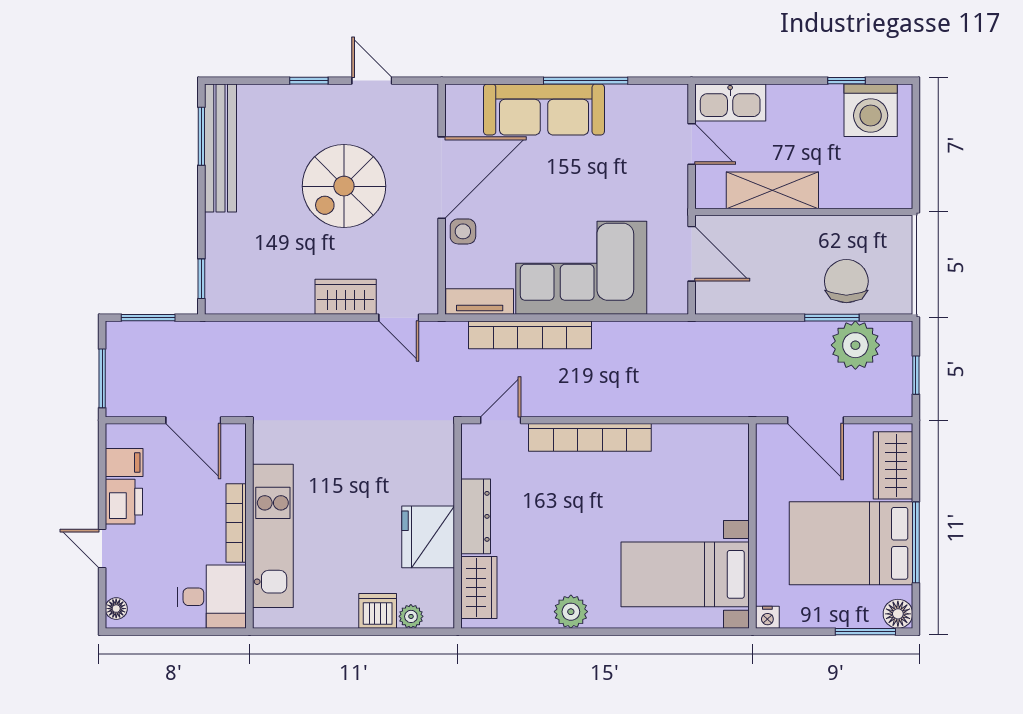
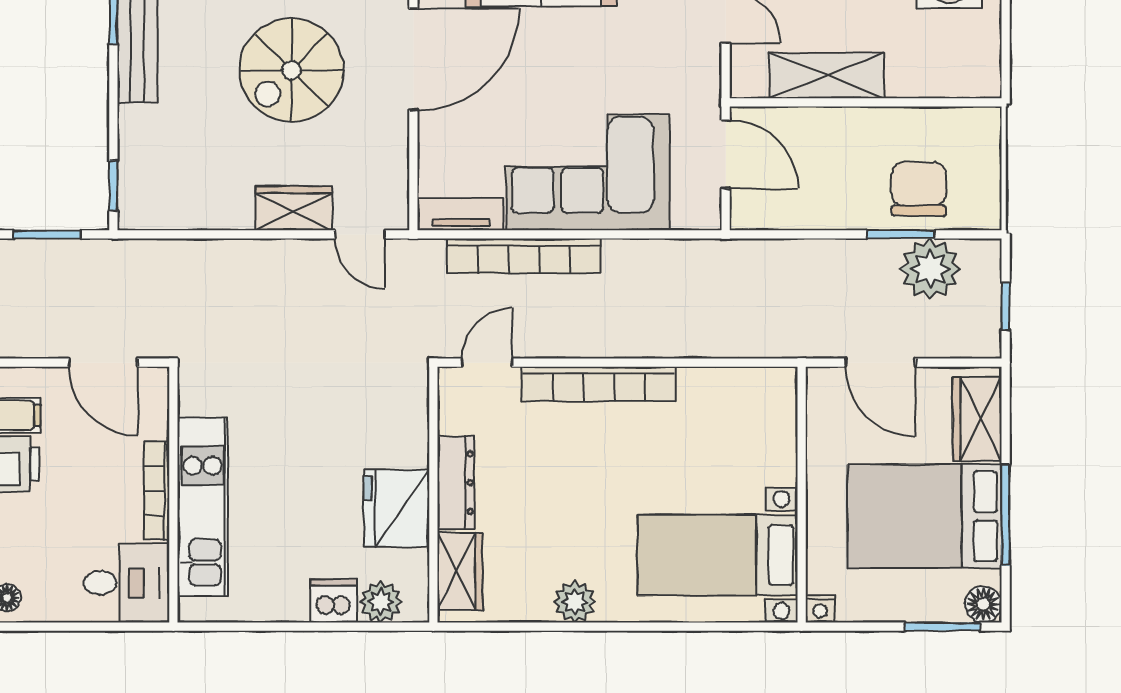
side table: (463, 231) -> (440, 127), removed
plant: (411, 616) -> (381, 602), width x1.38, depth x1.38

